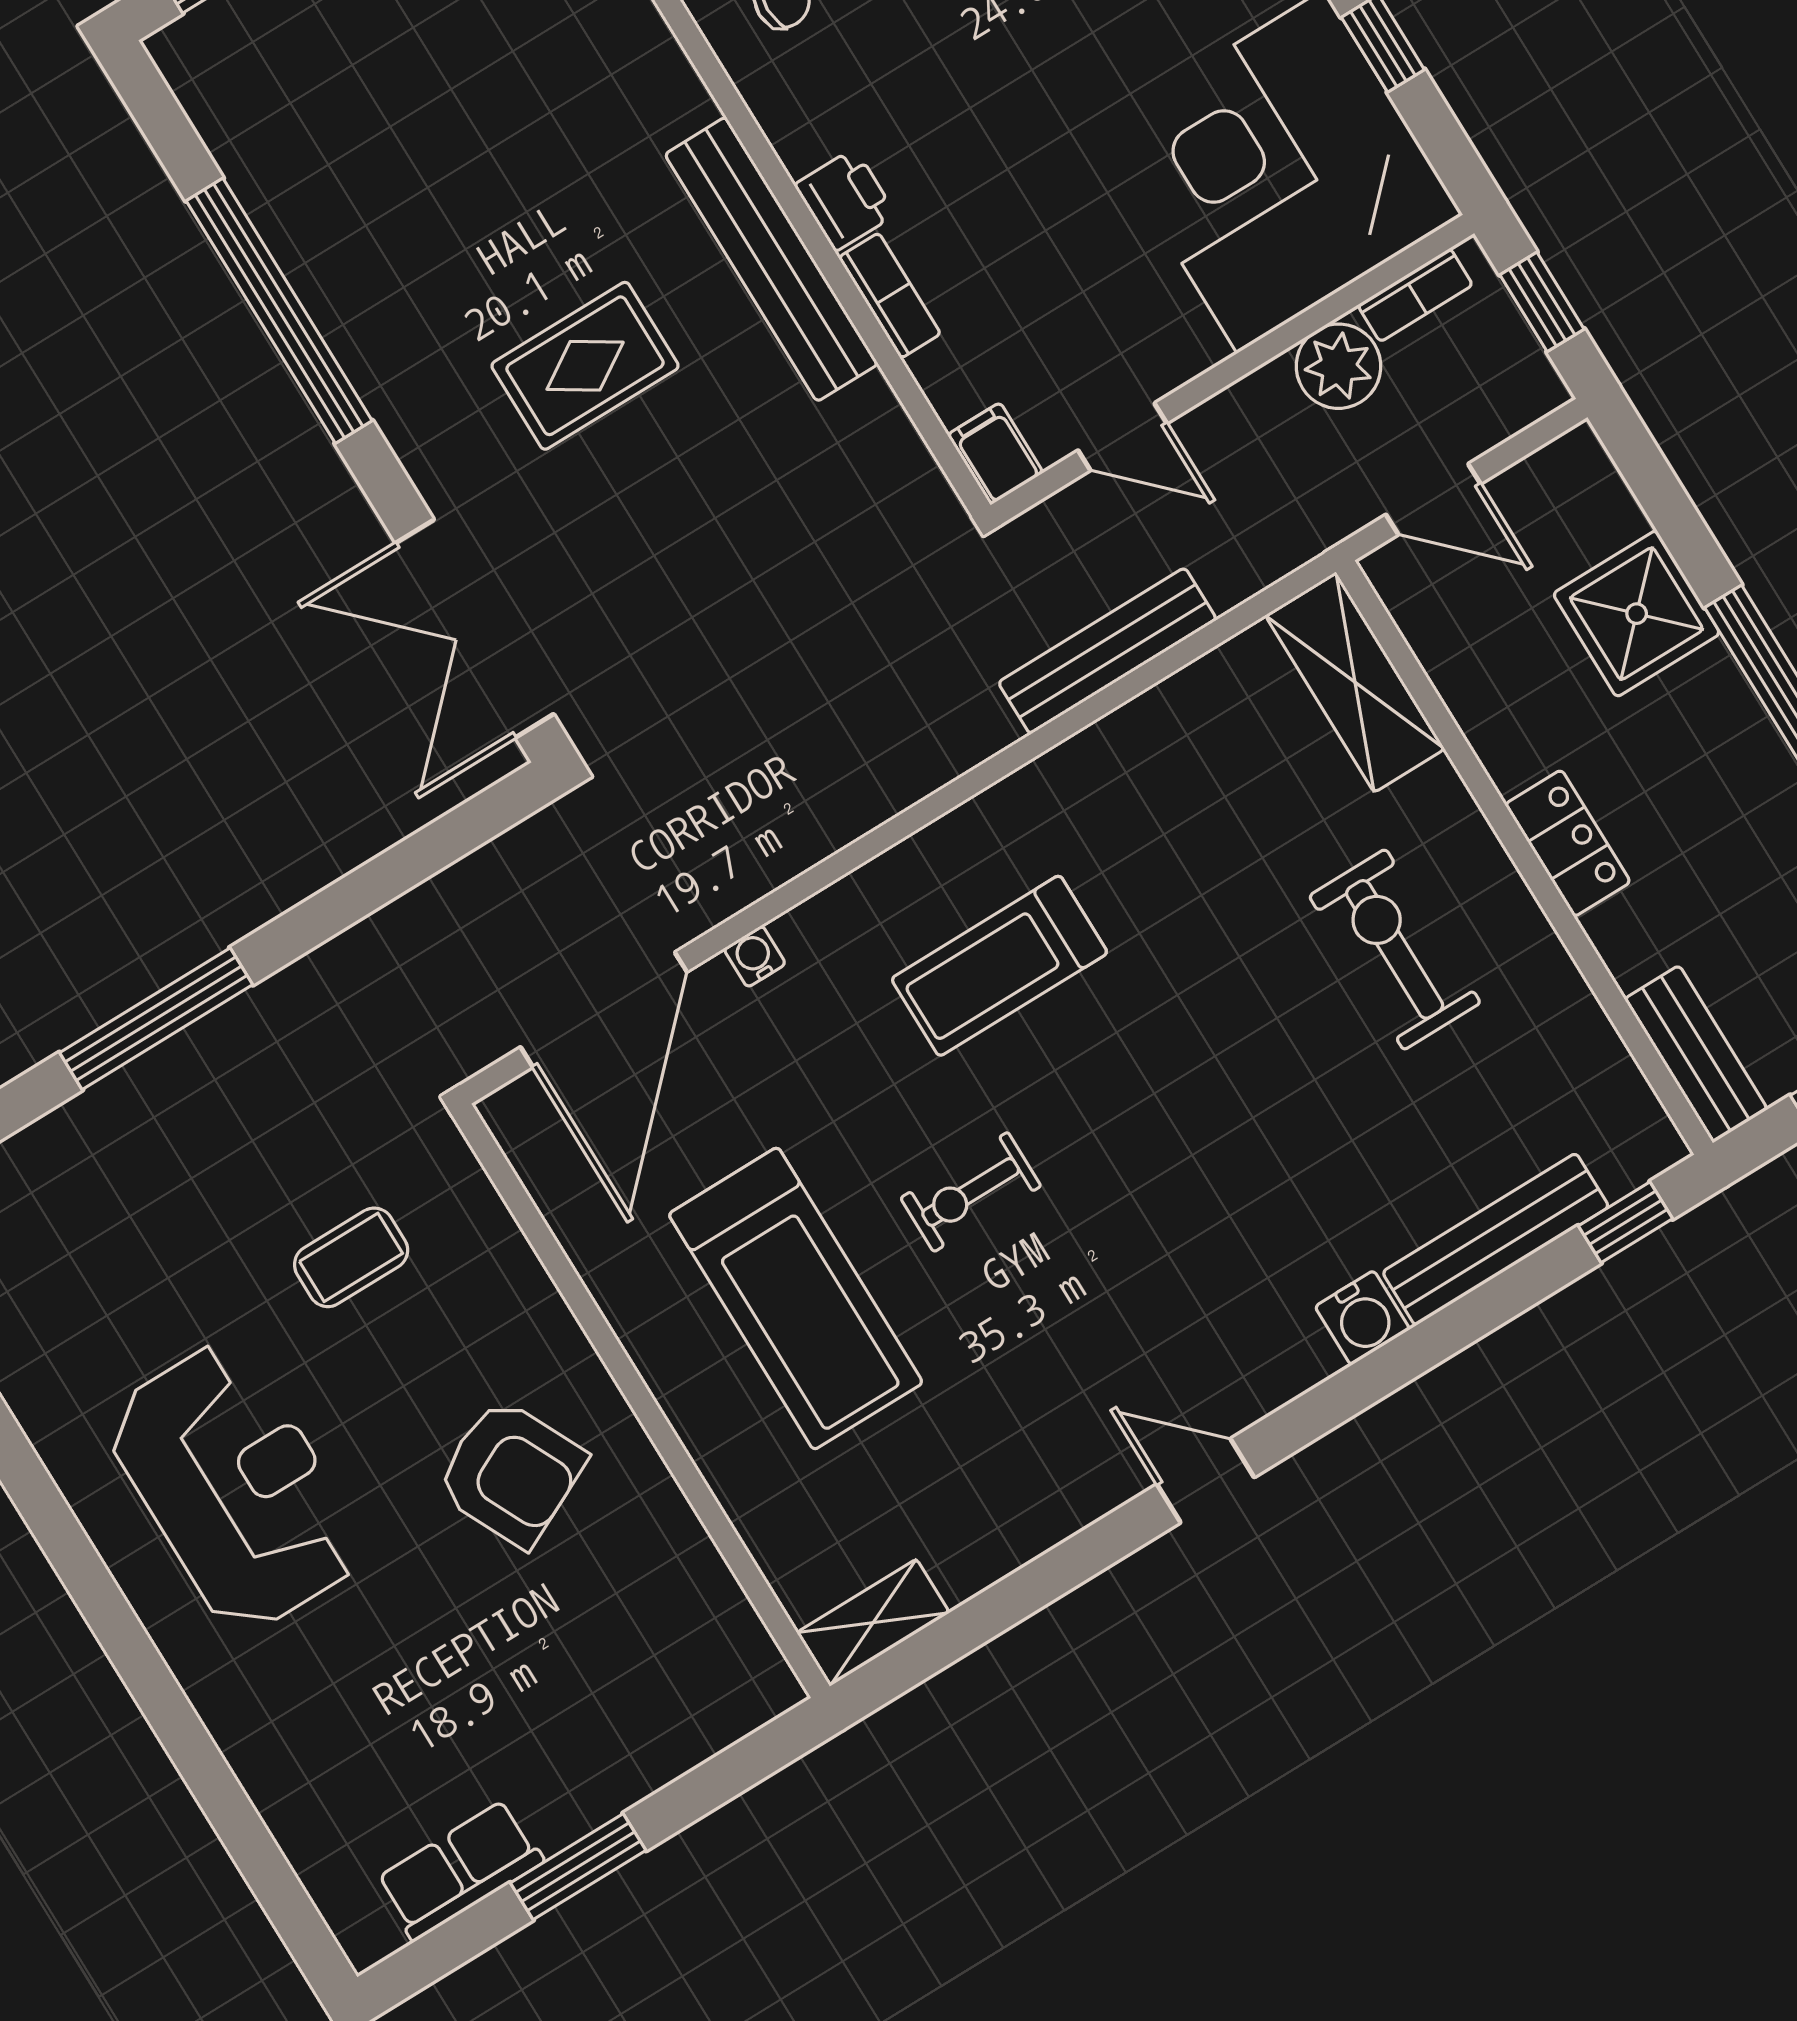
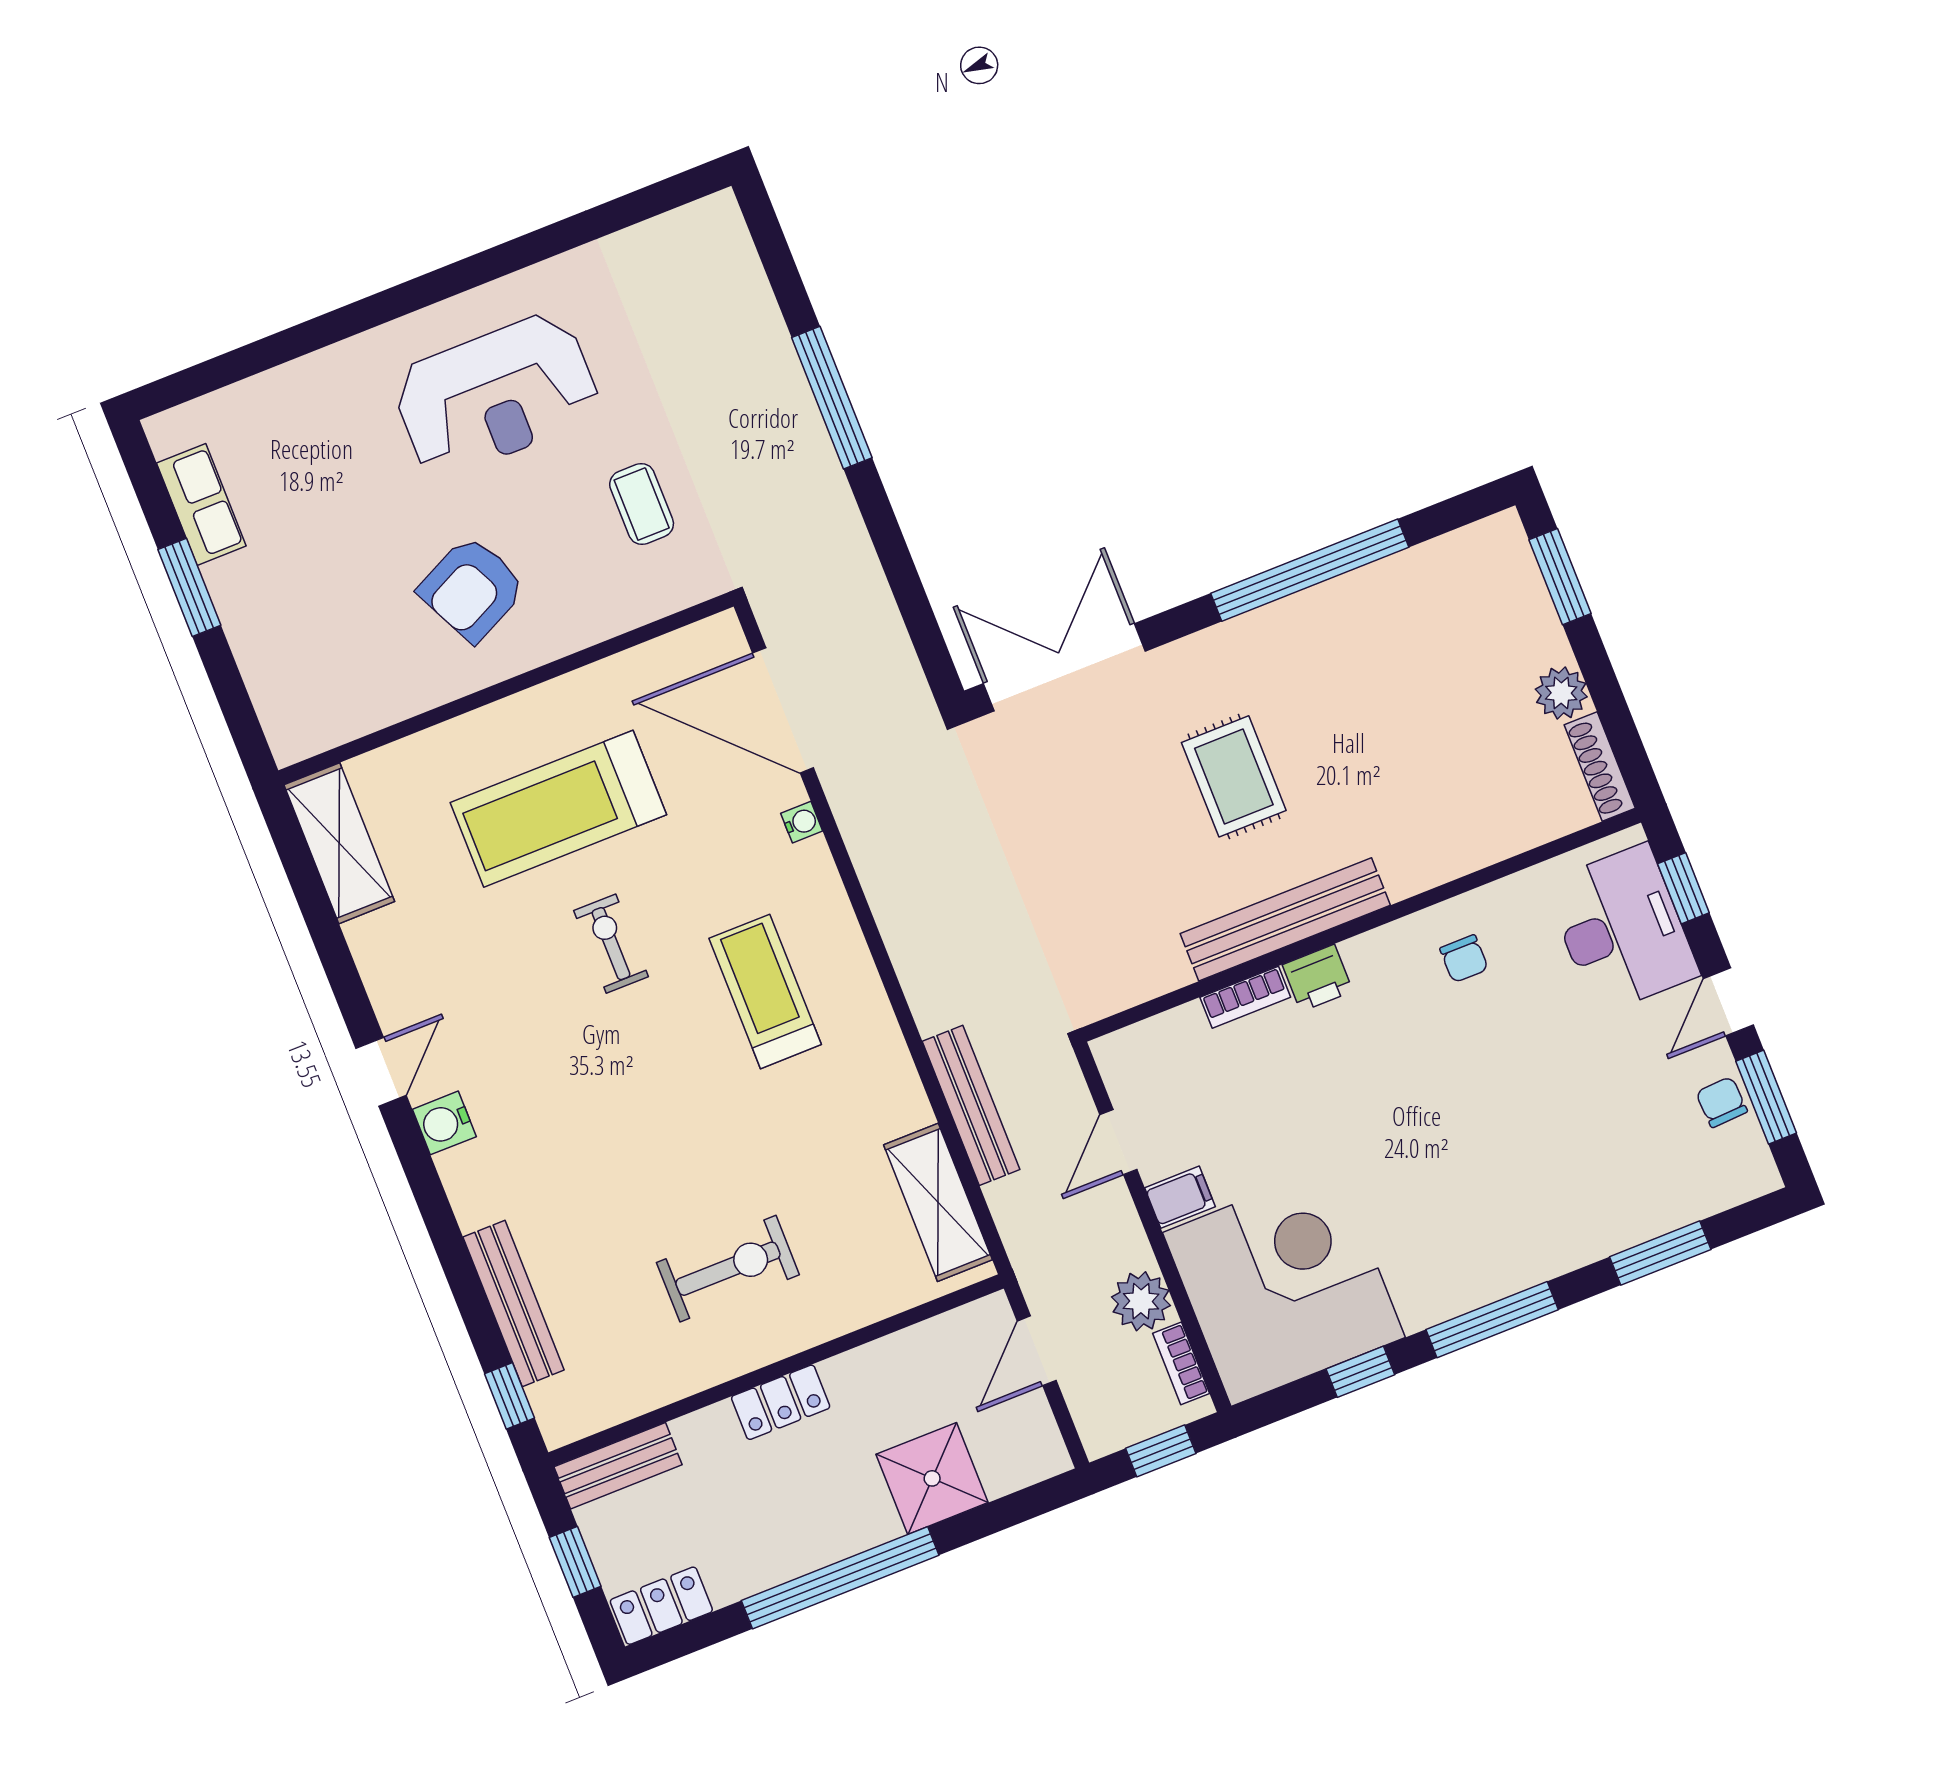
filing cabinet: (995, 454) -> (1180, 1197), moved
shelving: (1355, 682) -> (938, 1202), moved, turned 90
water cooler: (1362, 1318) -> (444, 1123), moved
shelving: (873, 1623) -> (339, 843), width x1.50, depth x1.33

